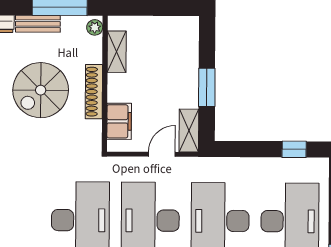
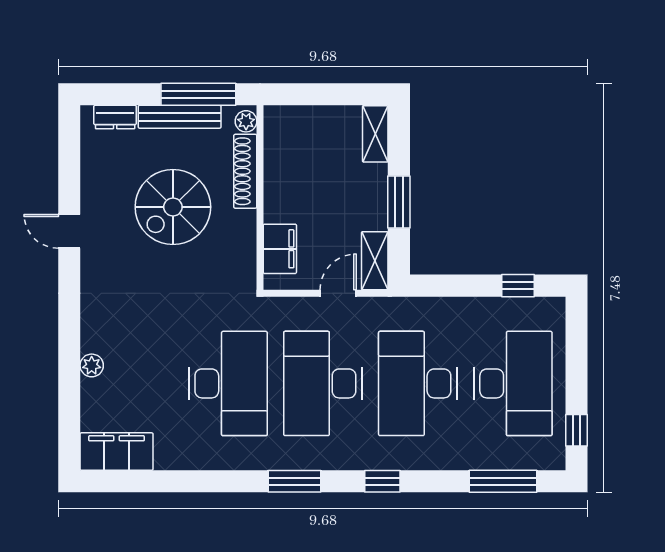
bench: (38, 24) -> (180, 117), width x1.36
shelving: (117, 52) -> (375, 134), moved
shoe rack: (94, 92) -> (245, 171), moved

